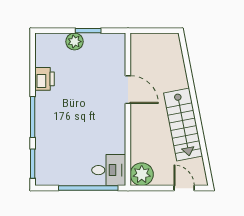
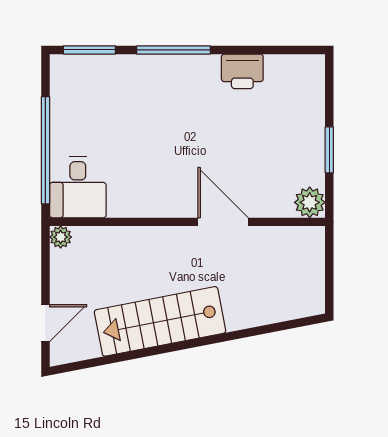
plant: (75, 42) -> (310, 202), moved
door: (128, 90) -> (223, 222), swing flipped
plant: (142, 174) -> (61, 237), width x0.53, depth x0.53

